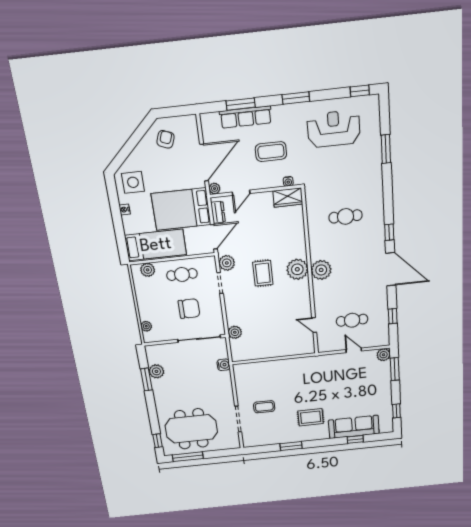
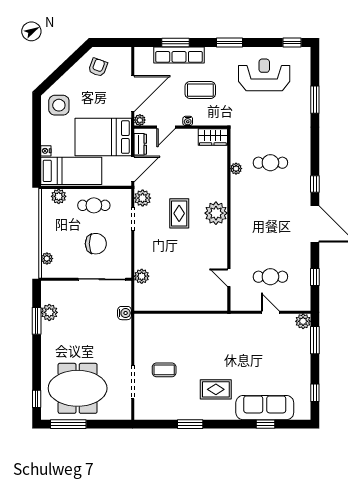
water cooler: (288, 181) -> (188, 121), moved
nightstand: (125, 210) -> (46, 151), moved
plant: (321, 270) -> (236, 169), moved, width x0.53, depth x0.53

